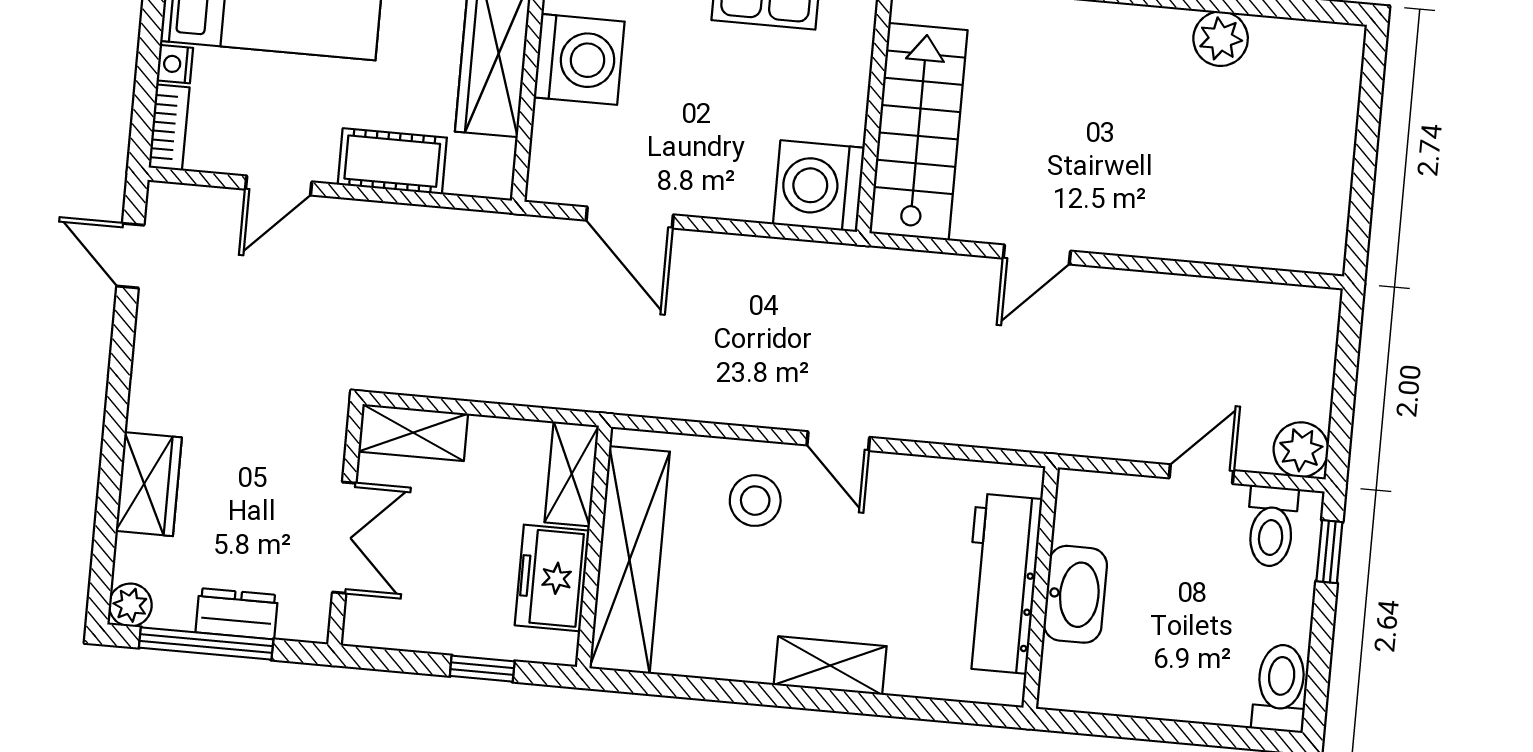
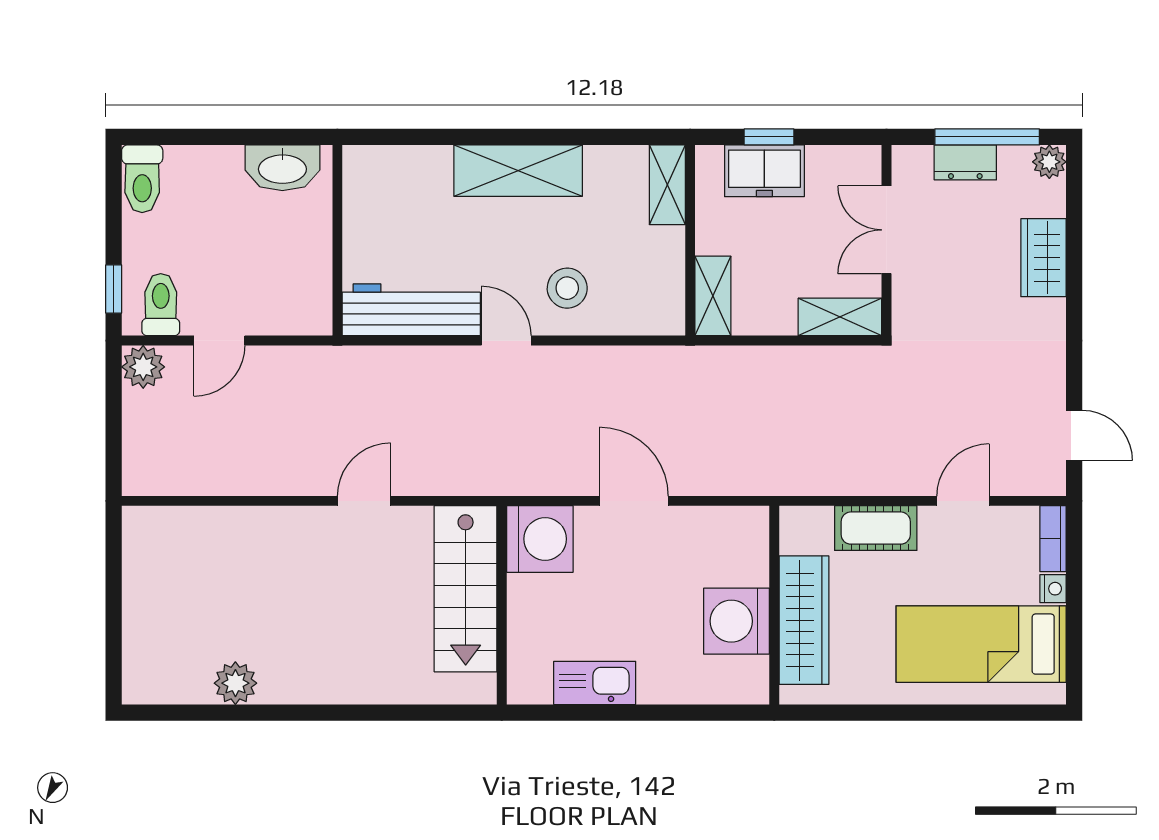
door: (630, 218) -> (634, 501), moved
shelving: (630, 560) -> (667, 185), width x0.45, depth x0.75
freezer: (552, 578) -> (764, 171), moved, turned 90
workbench: (1002, 584) -> (411, 310), moved, turned -90
washbasin: (1075, 594) -> (282, 168), moved, turned -90
shelving: (830, 665) -> (518, 171), width x1.50, depth x1.33

